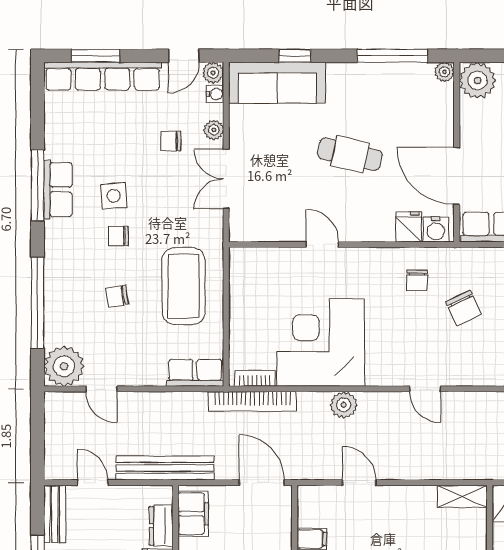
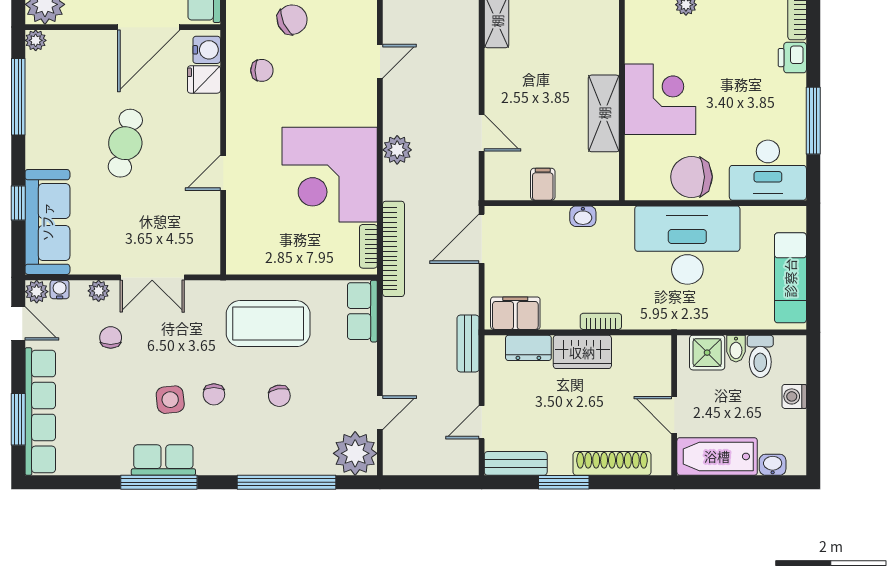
chair: (171, 141) -> (111, 337), turned 180
bench: (165, 468) -> (468, 343), width x0.54, depth x0.82
door: (359, 483) -> (482, 133), swing flipped

